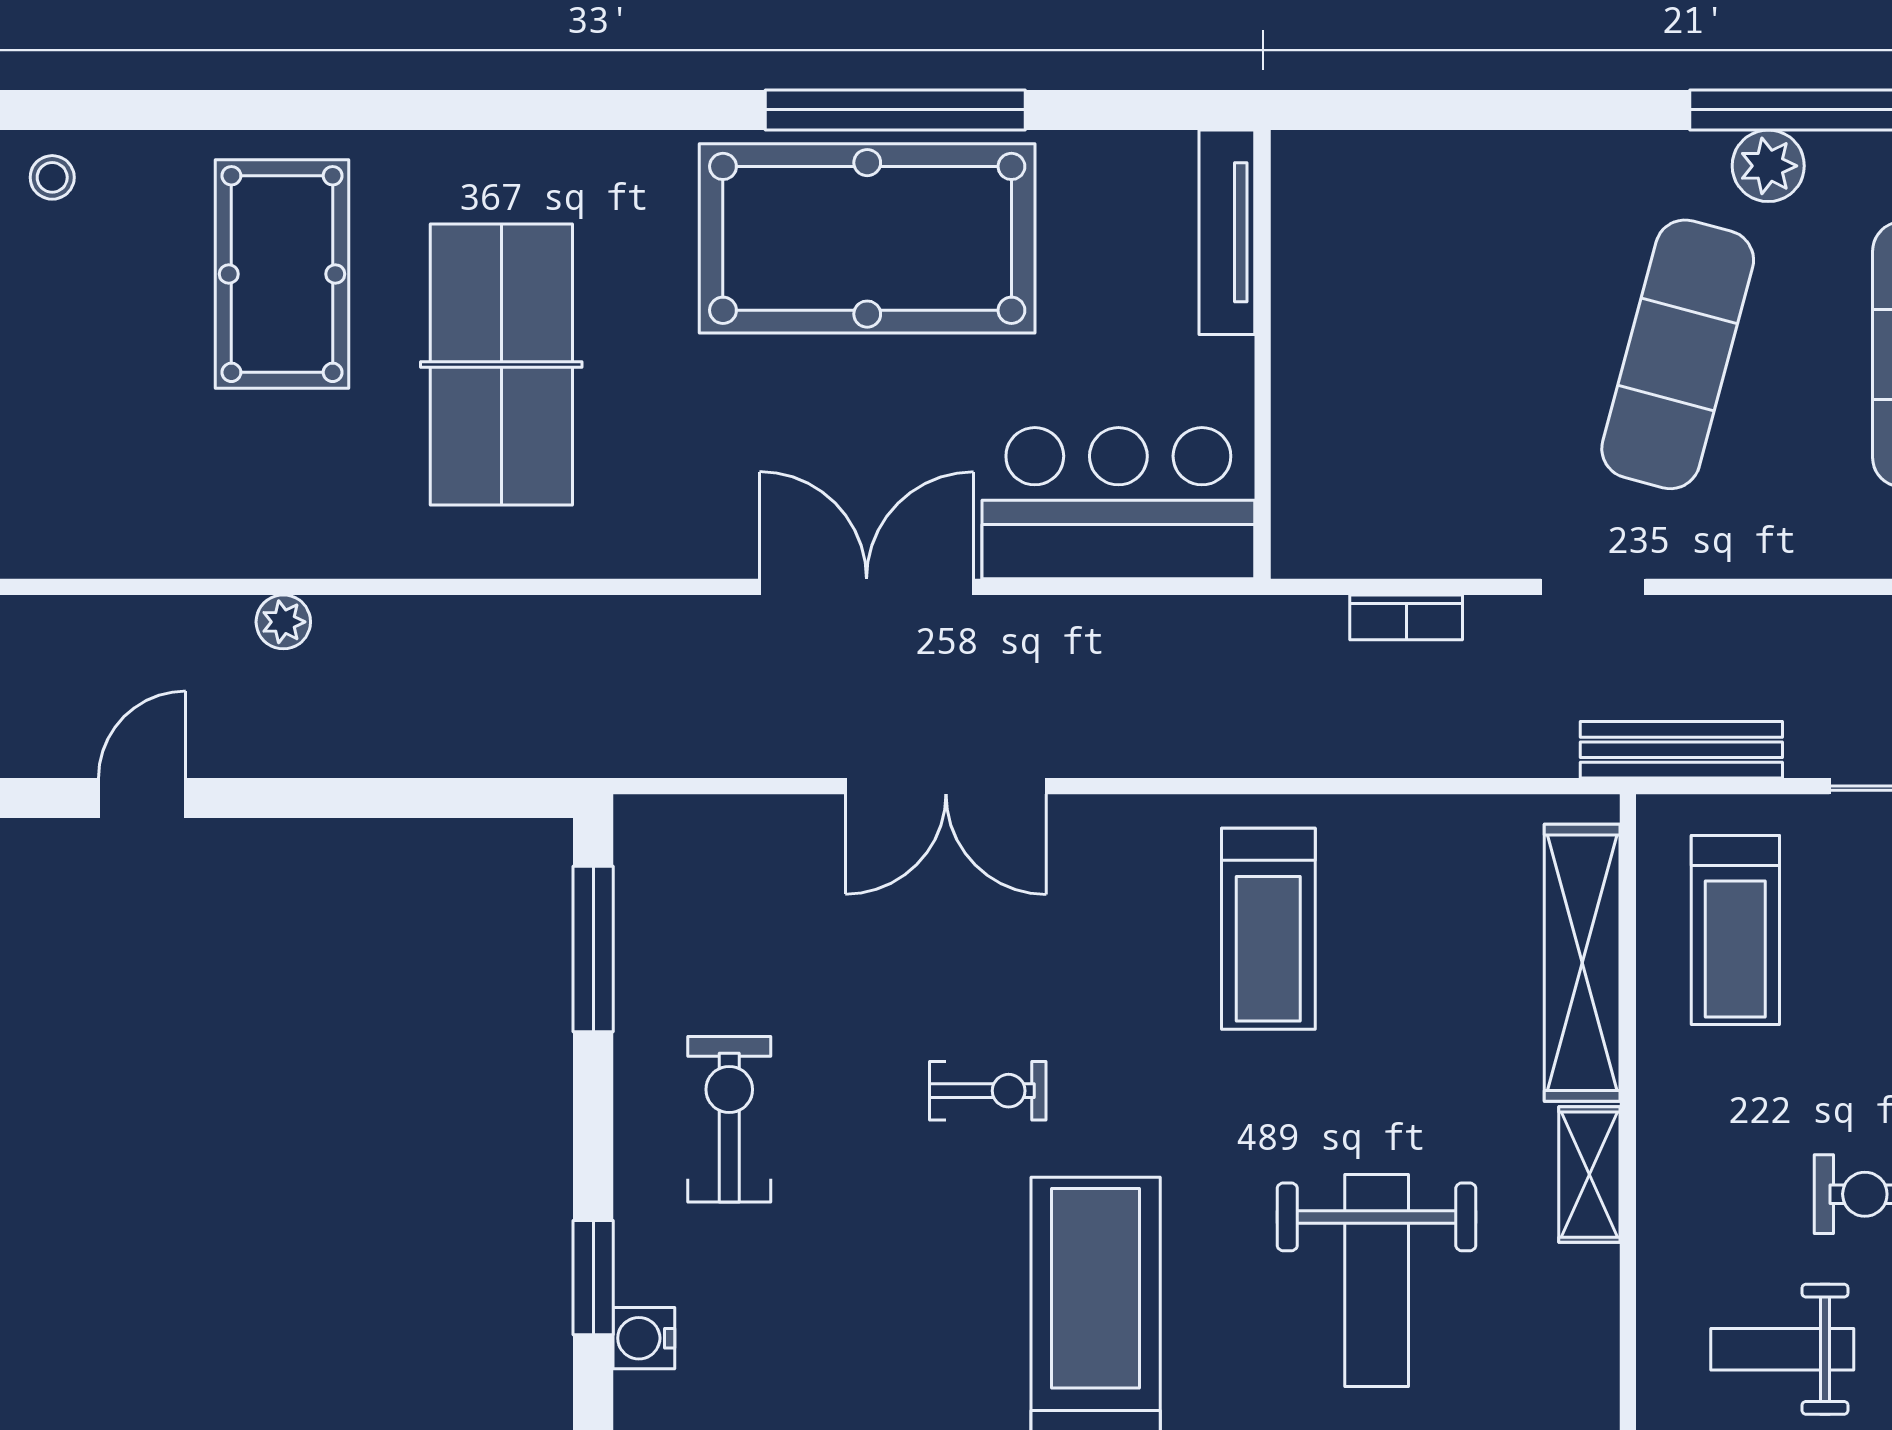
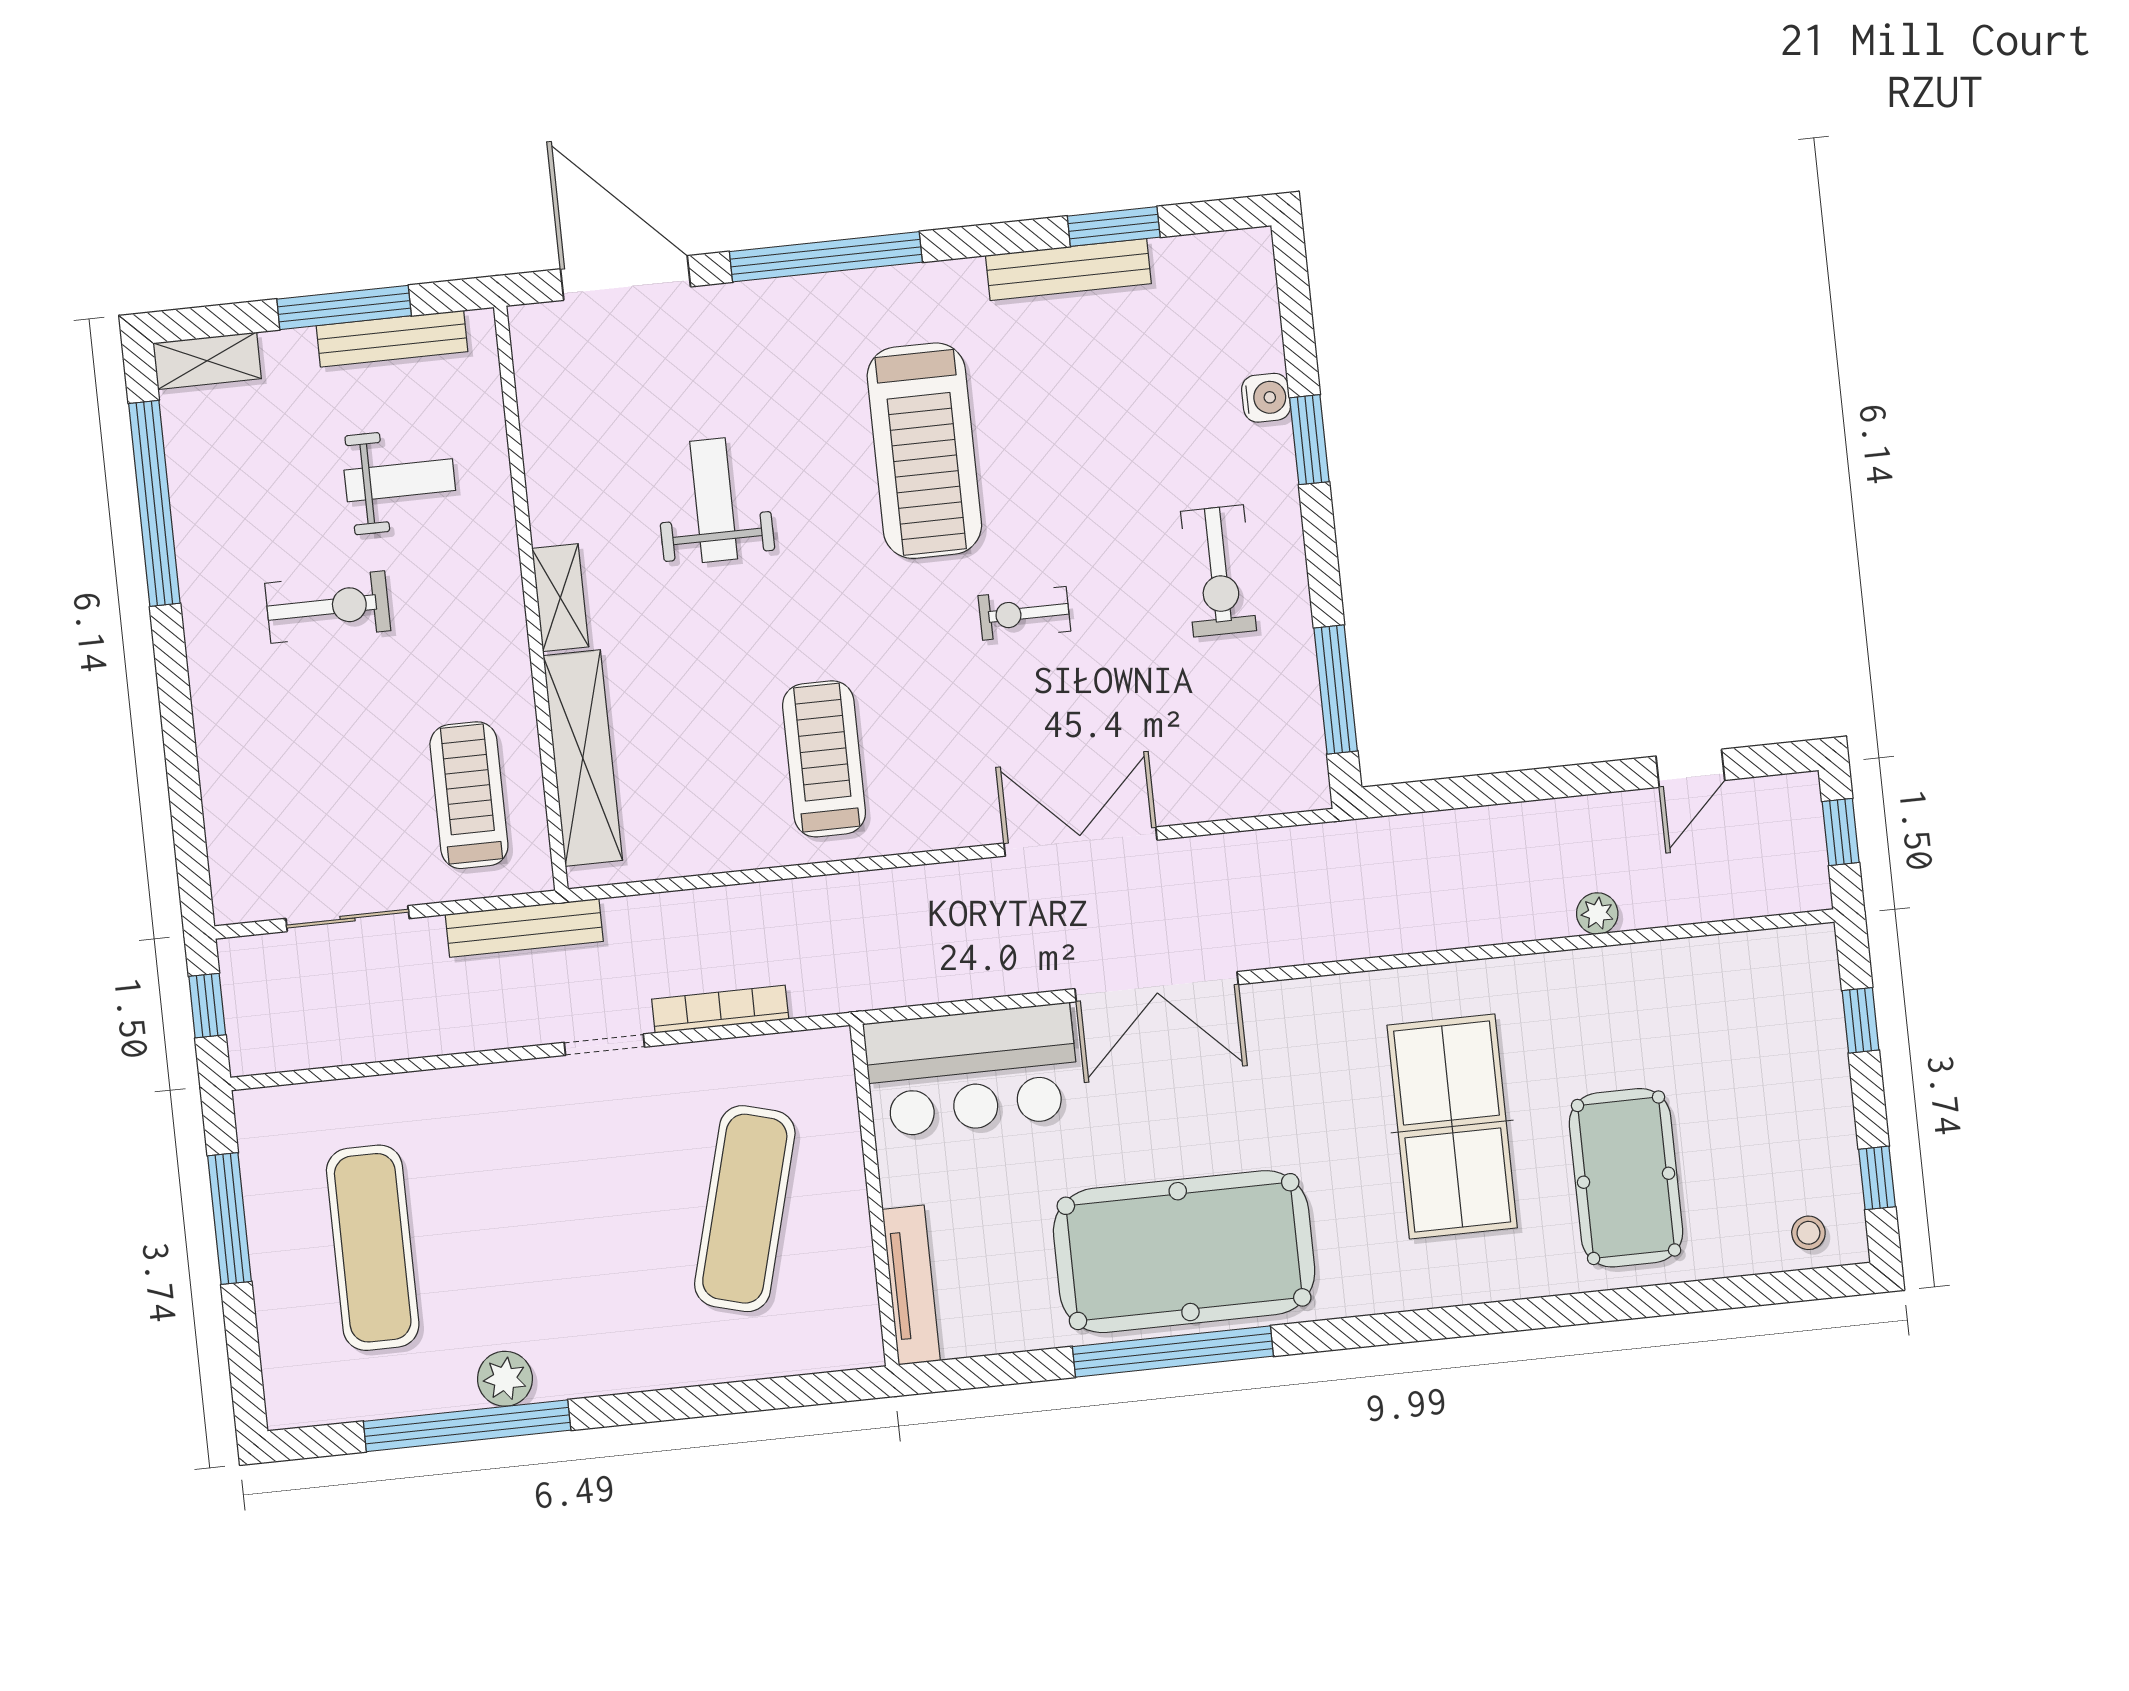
exercise mat: (1678, 354) -> (745, 1209), moved
bookcase: (1406, 617) -> (720, 1009), width x1.56
weight bench: (1377, 1281) -> (714, 500), width x0.73, depth x0.75

